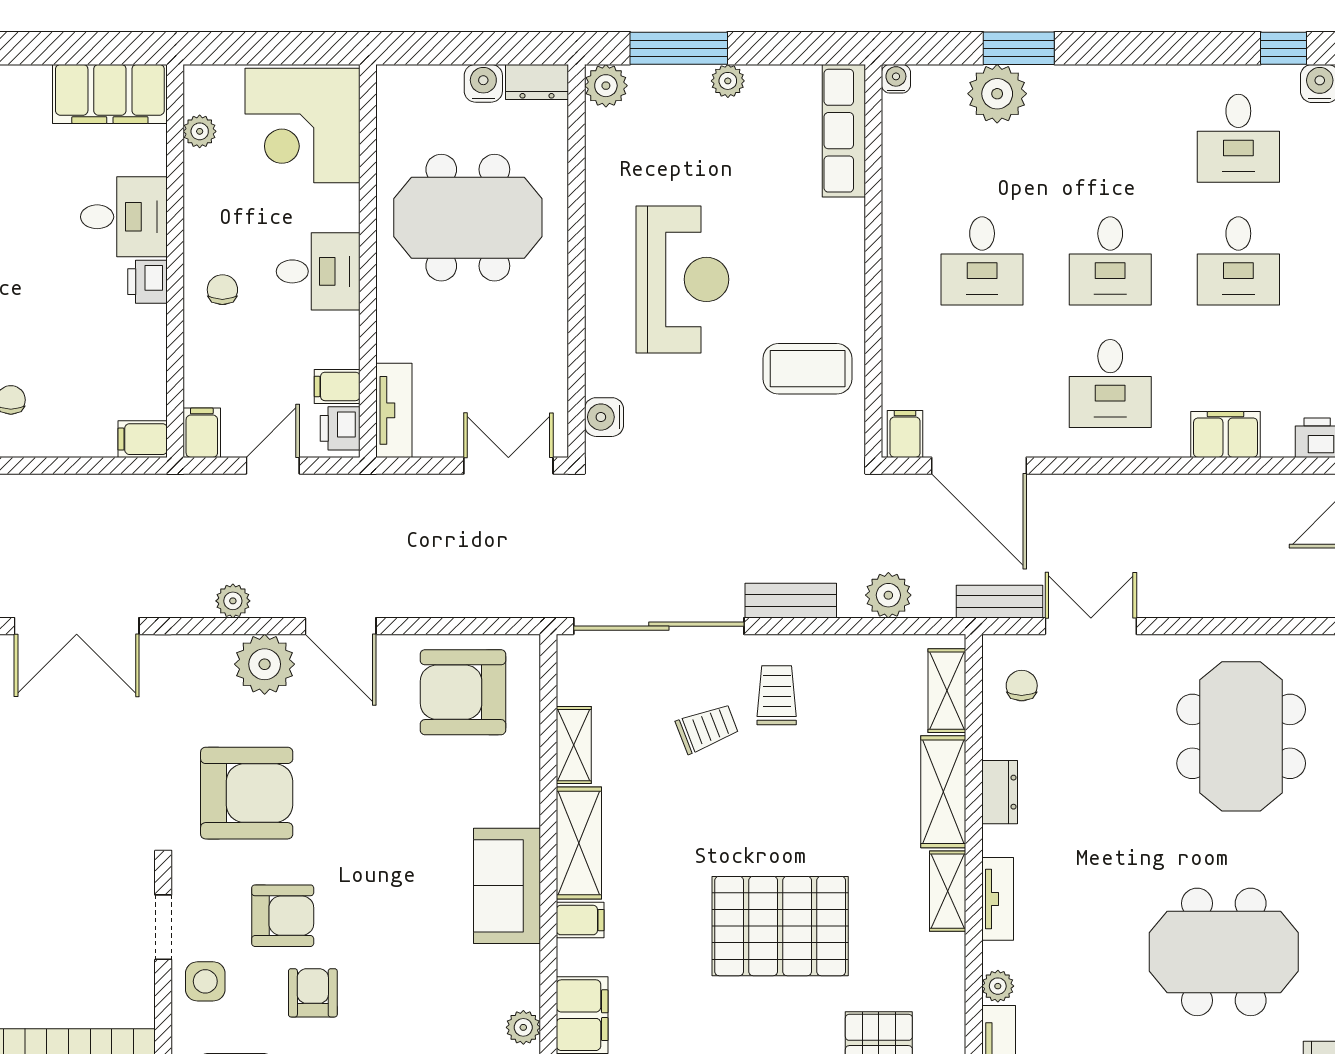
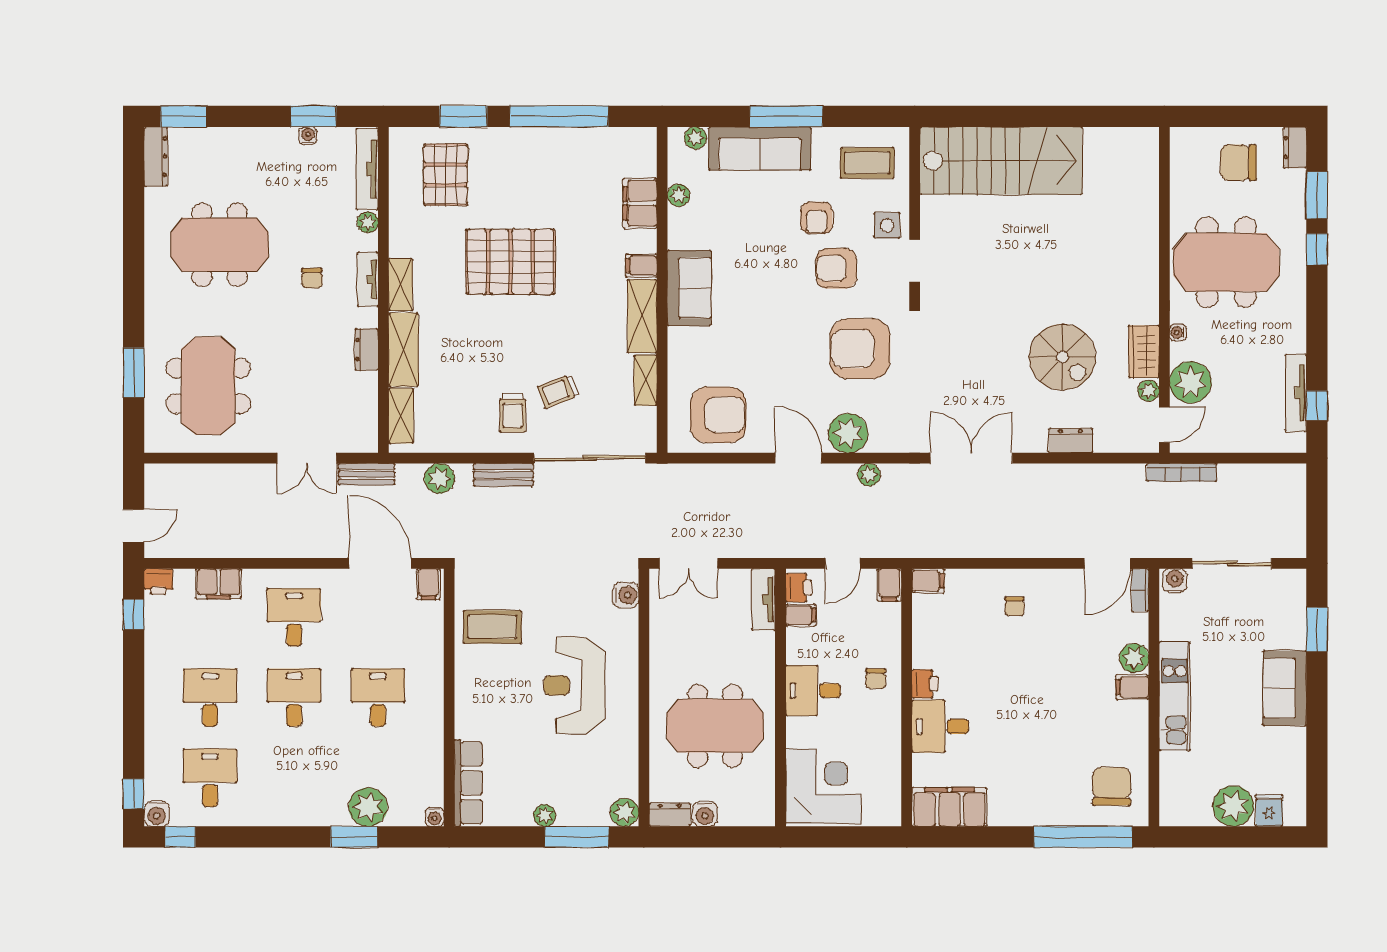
plant: (200, 131) -> (891, 782), removed
chair: (1022, 686) -> (312, 278), moved

